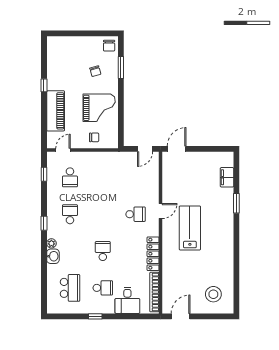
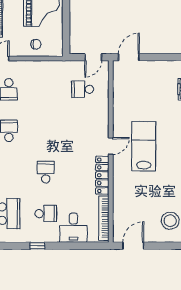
door: (161, 211) -> (111, 146), moved
school desk: (136, 214) -> (83, 89), moved, turned 180

